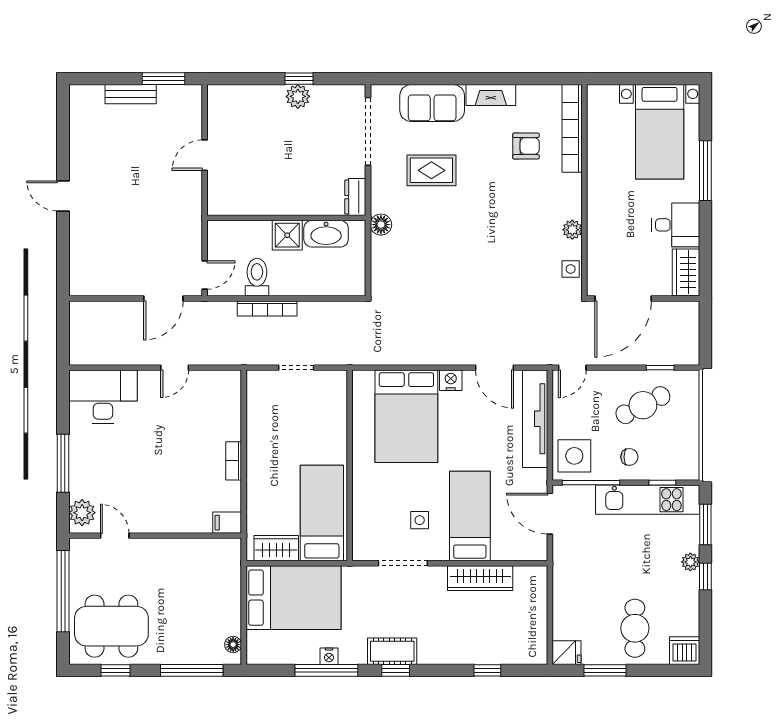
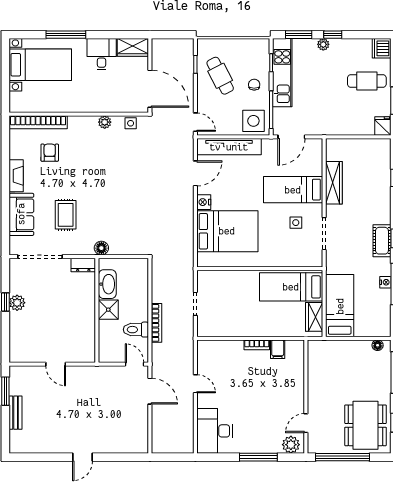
filing cabinet: (227, 523) -> (278, 349), moved
bed: (293, 598) -> (340, 306), width x0.67

